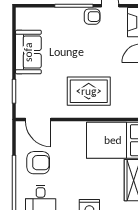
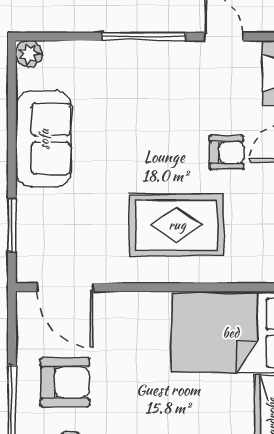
plant: (22, 13) -> (29, 54), added
armchair: (92, 17) -> (227, 152), moved

